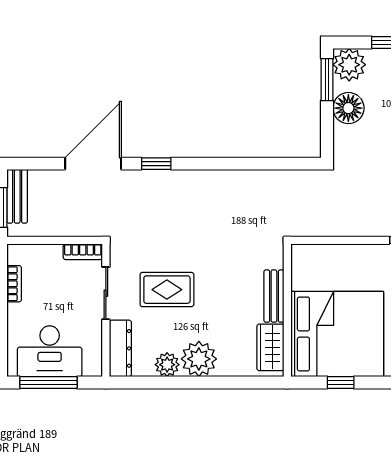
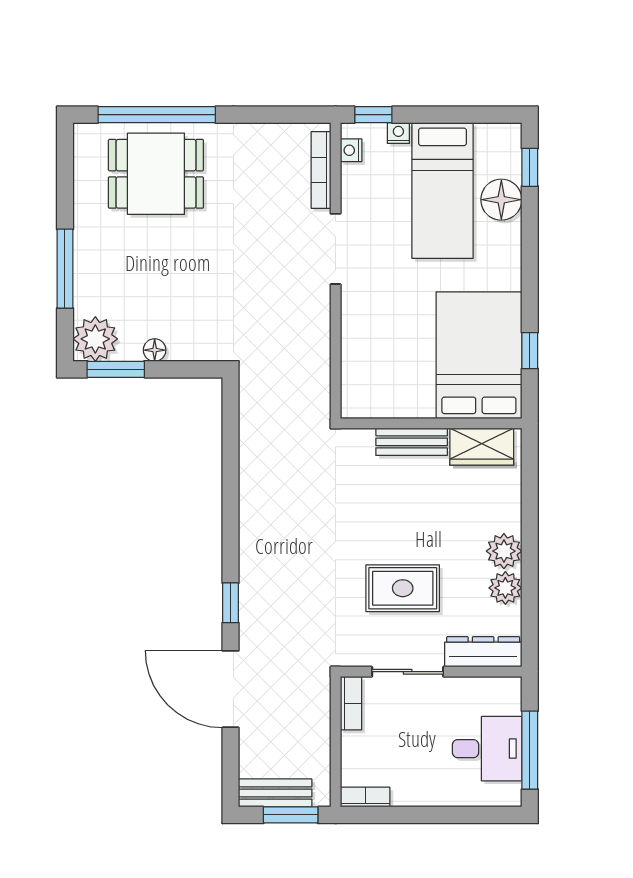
floor lamp: (348, 108) -> (155, 350), width x0.53, depth x0.53
bookcase: (14, 284) -> (365, 797), moved
rug: (167, 290) -> (403, 588), turned 90
bed: (337, 334) -> (479, 355), width x0.73
desk: (50, 351) -> (487, 749), width x0.73
plant: (199, 359) -> (504, 551), width x0.73, depth x0.73

